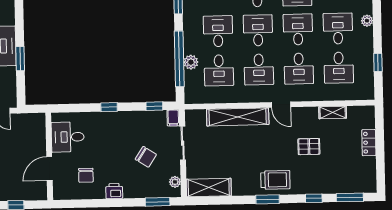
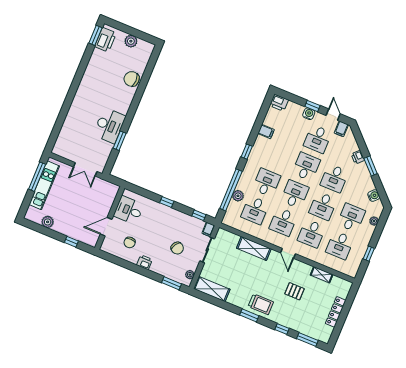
desk: (298, 29) -> (323, 206), turned 180
shelving: (238, 117) -> (254, 249), width x0.68
locker: (369, 143) -> (336, 312), width x1.53

